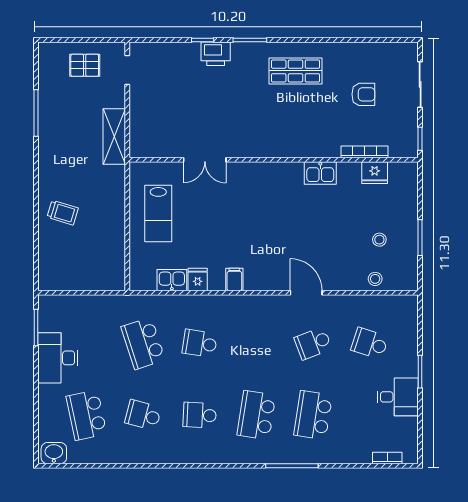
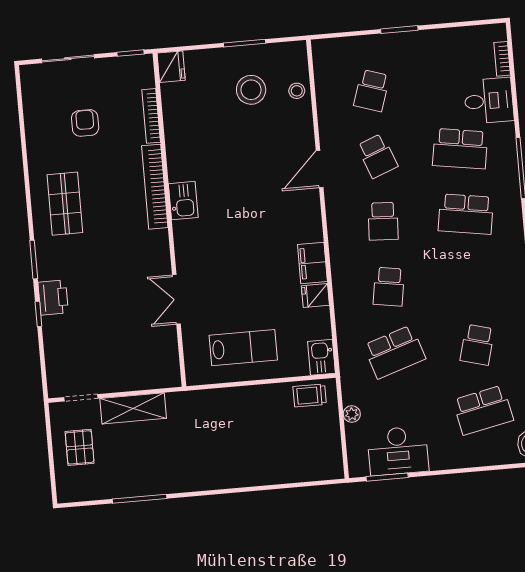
shelving: (114, 137) -> (133, 408), moved
bookcase: (303, 150) -> (155, 187), added
double door: (205, 160) -> (176, 299), swing flipped
kitchen sink: (320, 173) -> (183, 201), moved
fridge: (375, 173) -> (171, 67), moved
trolley: (63, 213) -> (310, 395), moved, turned -107
stool: (379, 240) -> (251, 90), width x1.89, depth x1.89
filing cabinet: (234, 279) -> (312, 263), width x2.00
kitchen sink: (172, 280) -> (321, 357), moved
plant: (93, 302) -> (352, 414), added
desk: (58, 358) -> (398, 451), moved
desk: (398, 397) -> (489, 101), moved, turned 90
school desk: (200, 415) -> (383, 221), moved

